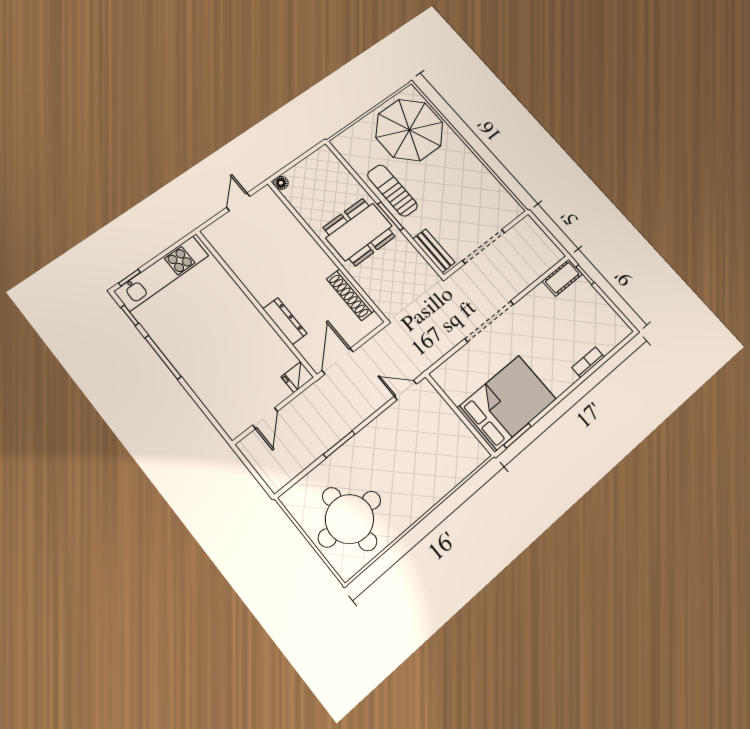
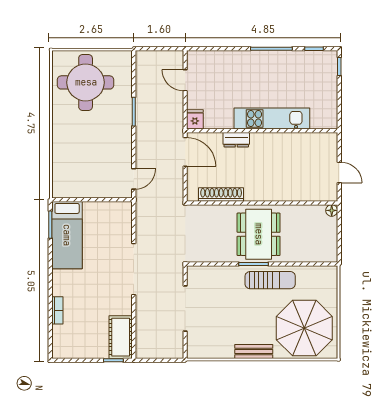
bench: (434, 251) -> (254, 352), moved
kitchen unit: (162, 273) -> (272, 119), moved, turned 90
cot: (562, 278) -> (121, 337), width x1.37, depth x1.34
dresser: (285, 321) -> (236, 140), width x0.70
bed: (507, 403) -> (67, 235), width x0.67

